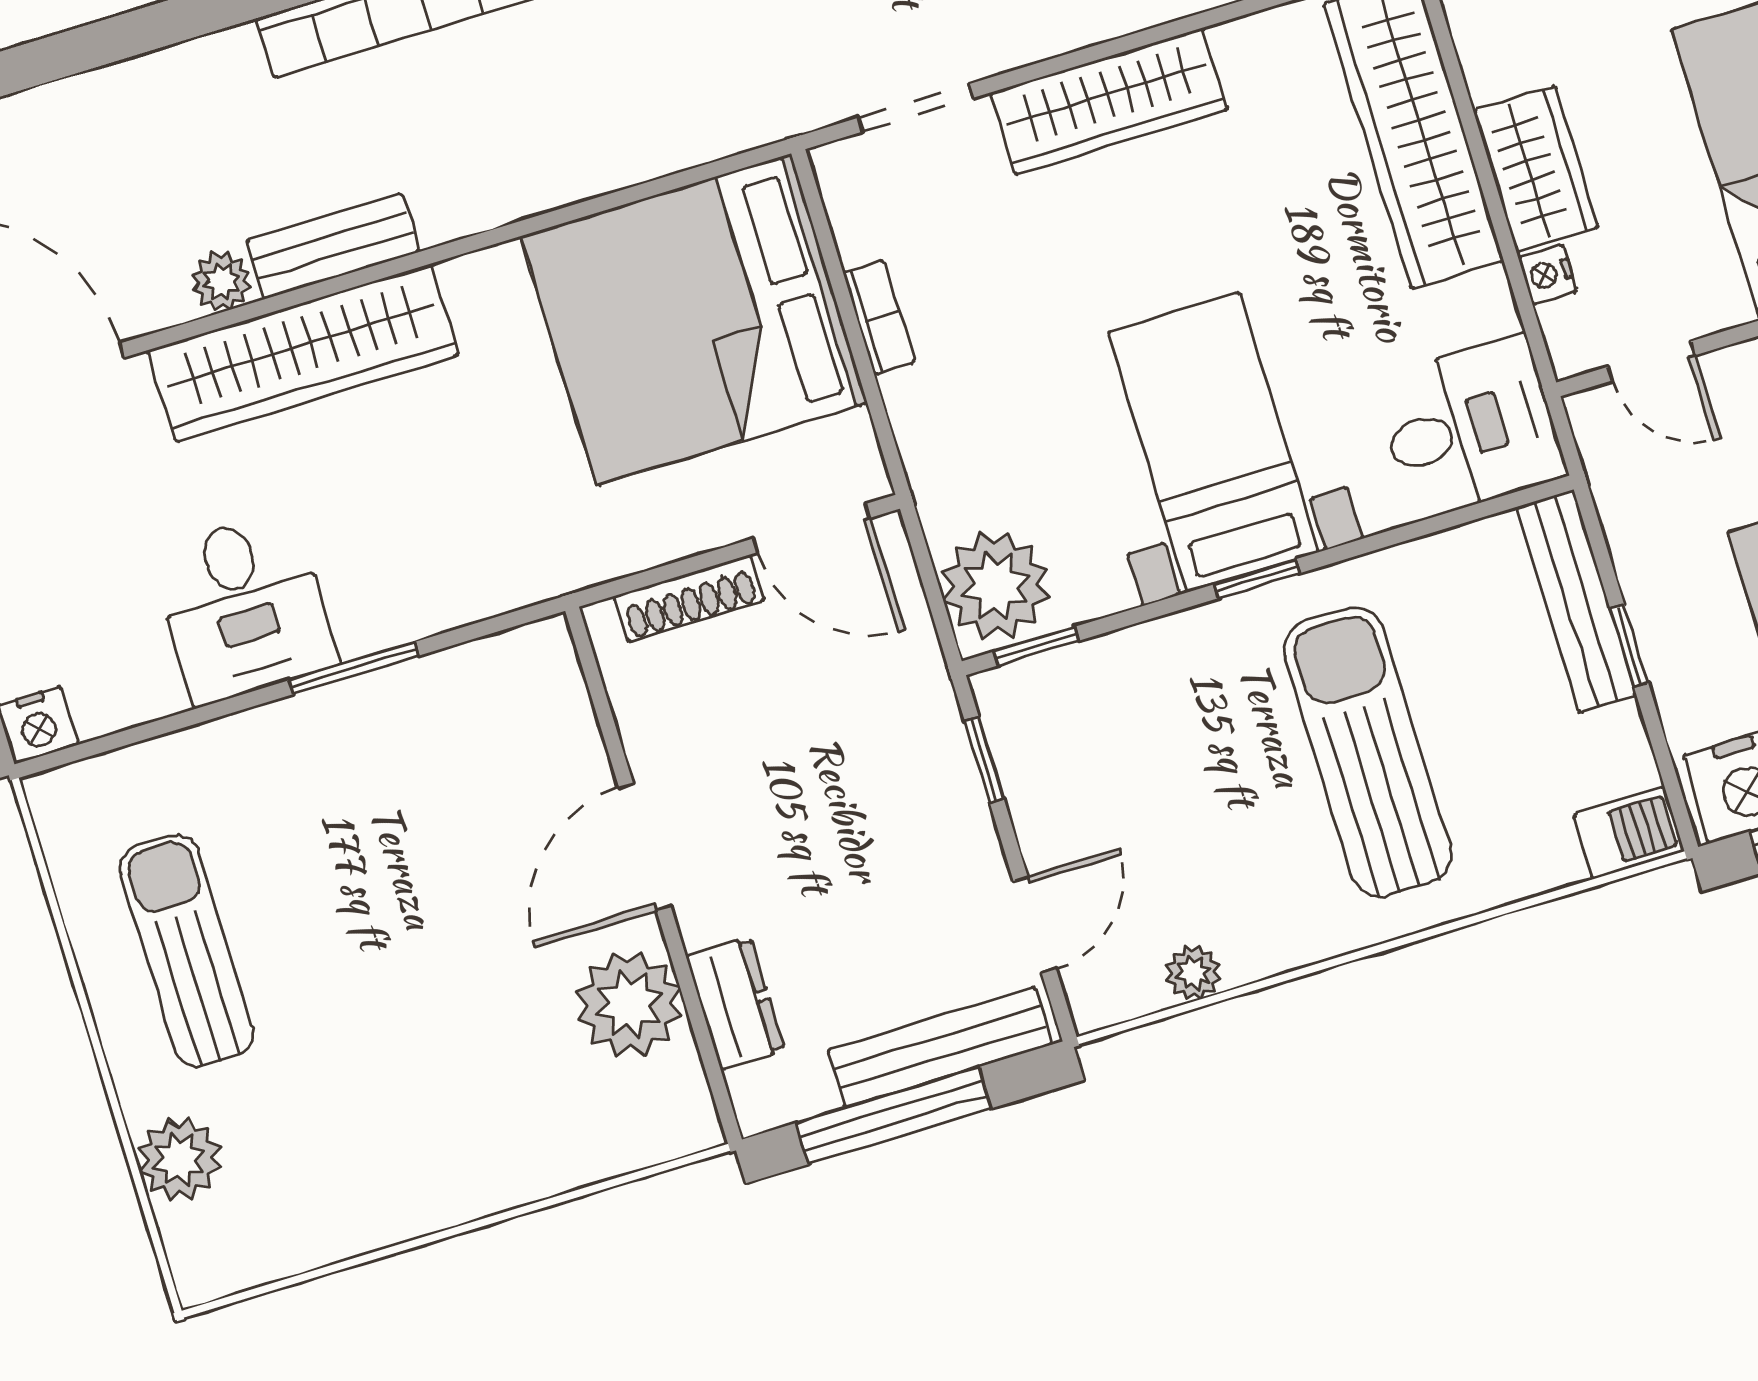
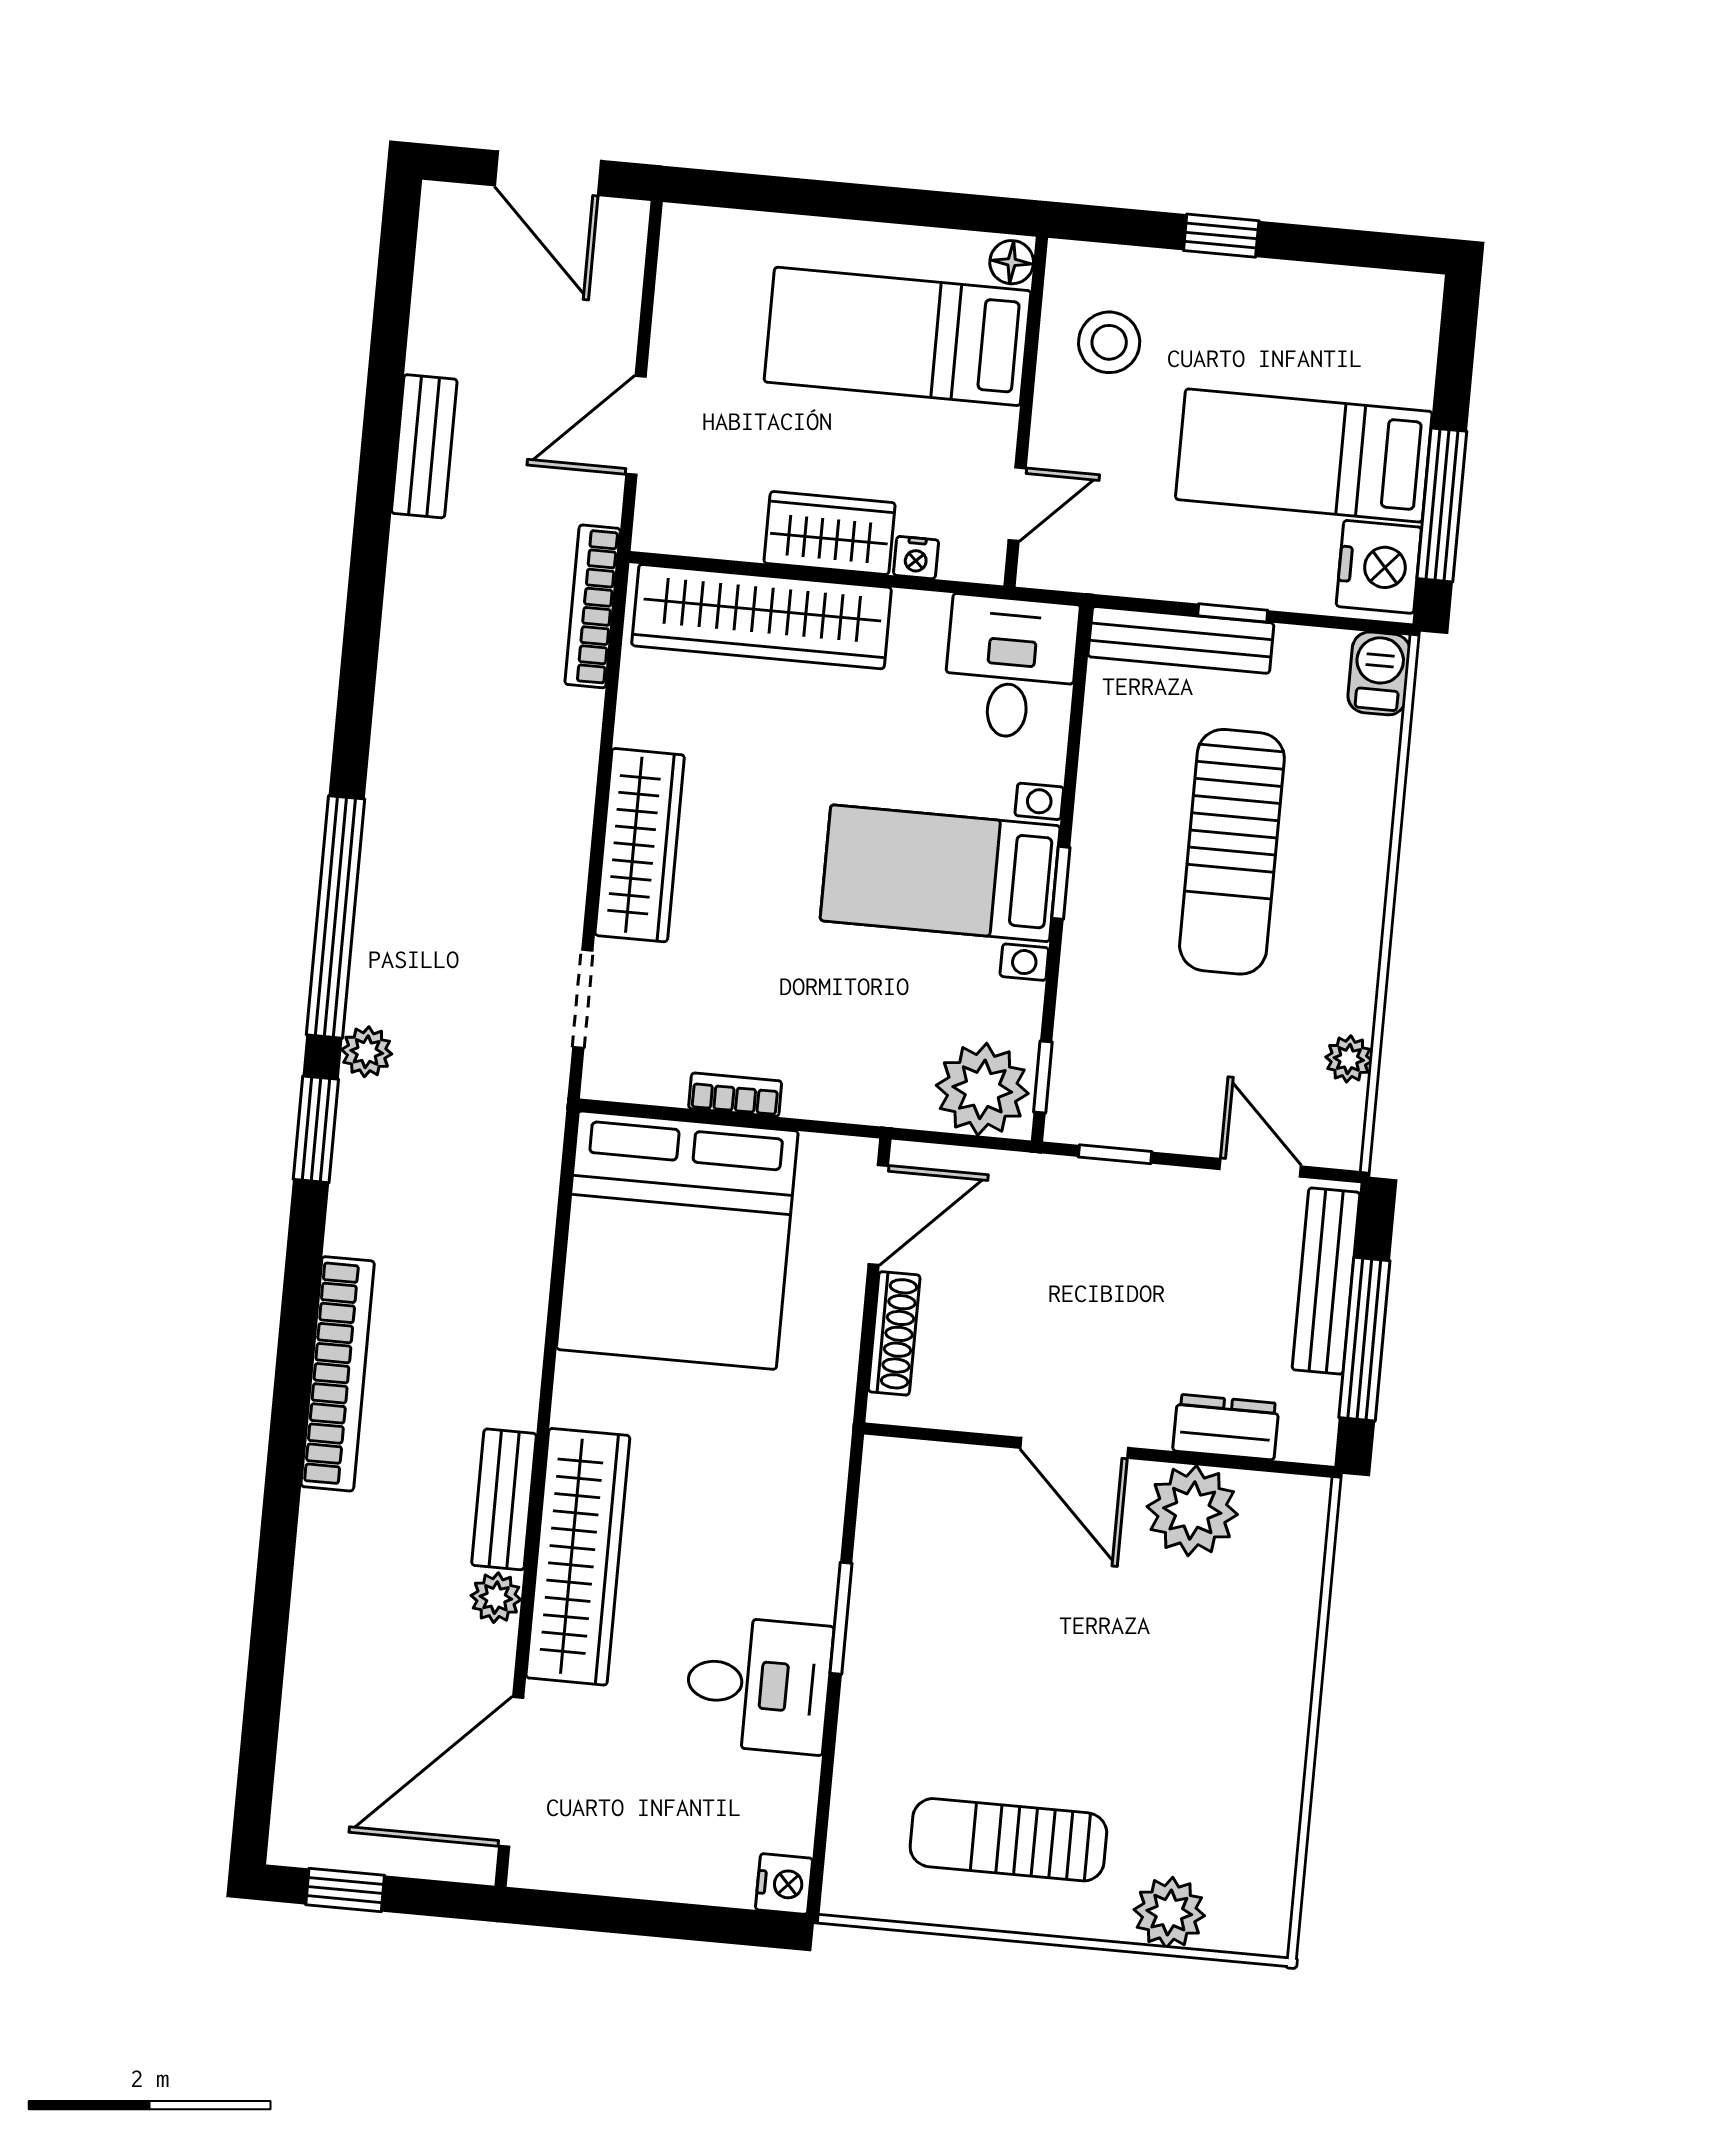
sun lounger: (1368, 752) -> (1232, 852), turned -90

